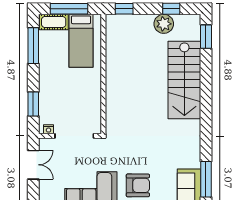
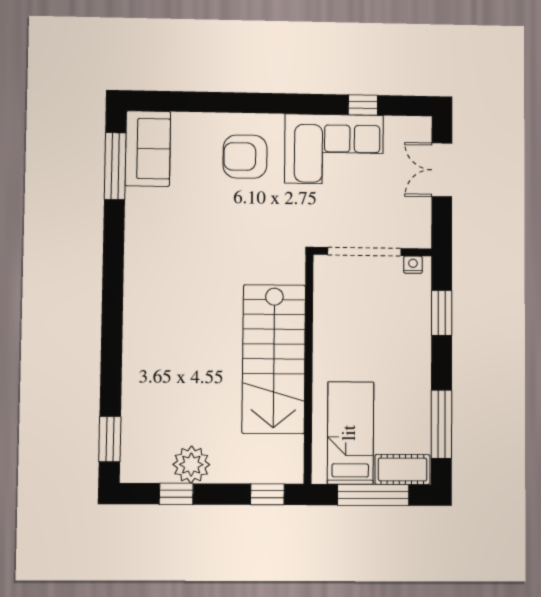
stairs: (184, 80) -> (274, 359), moved, turned 180
double door: (33, 165) -> (442, 170), moved

